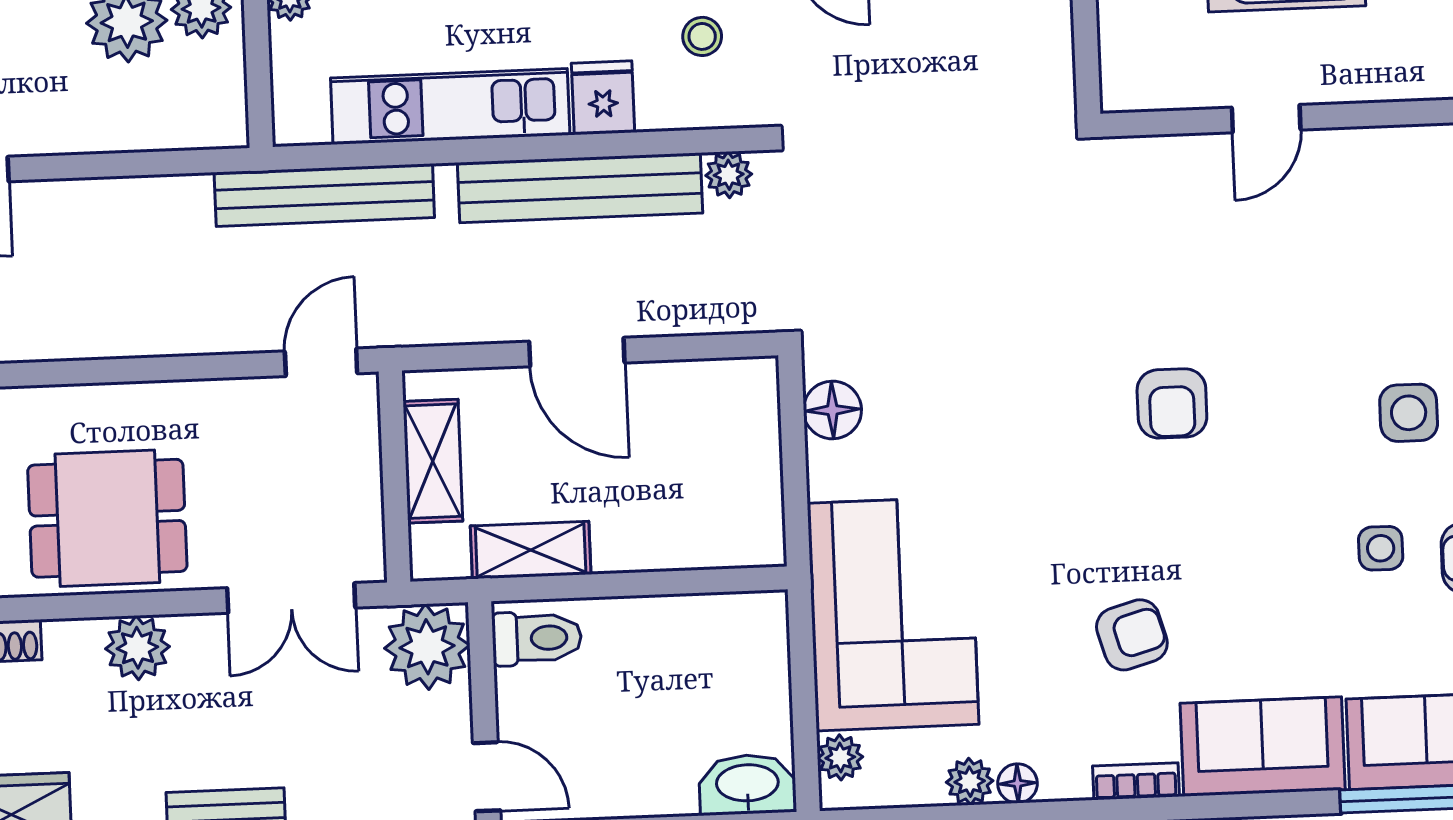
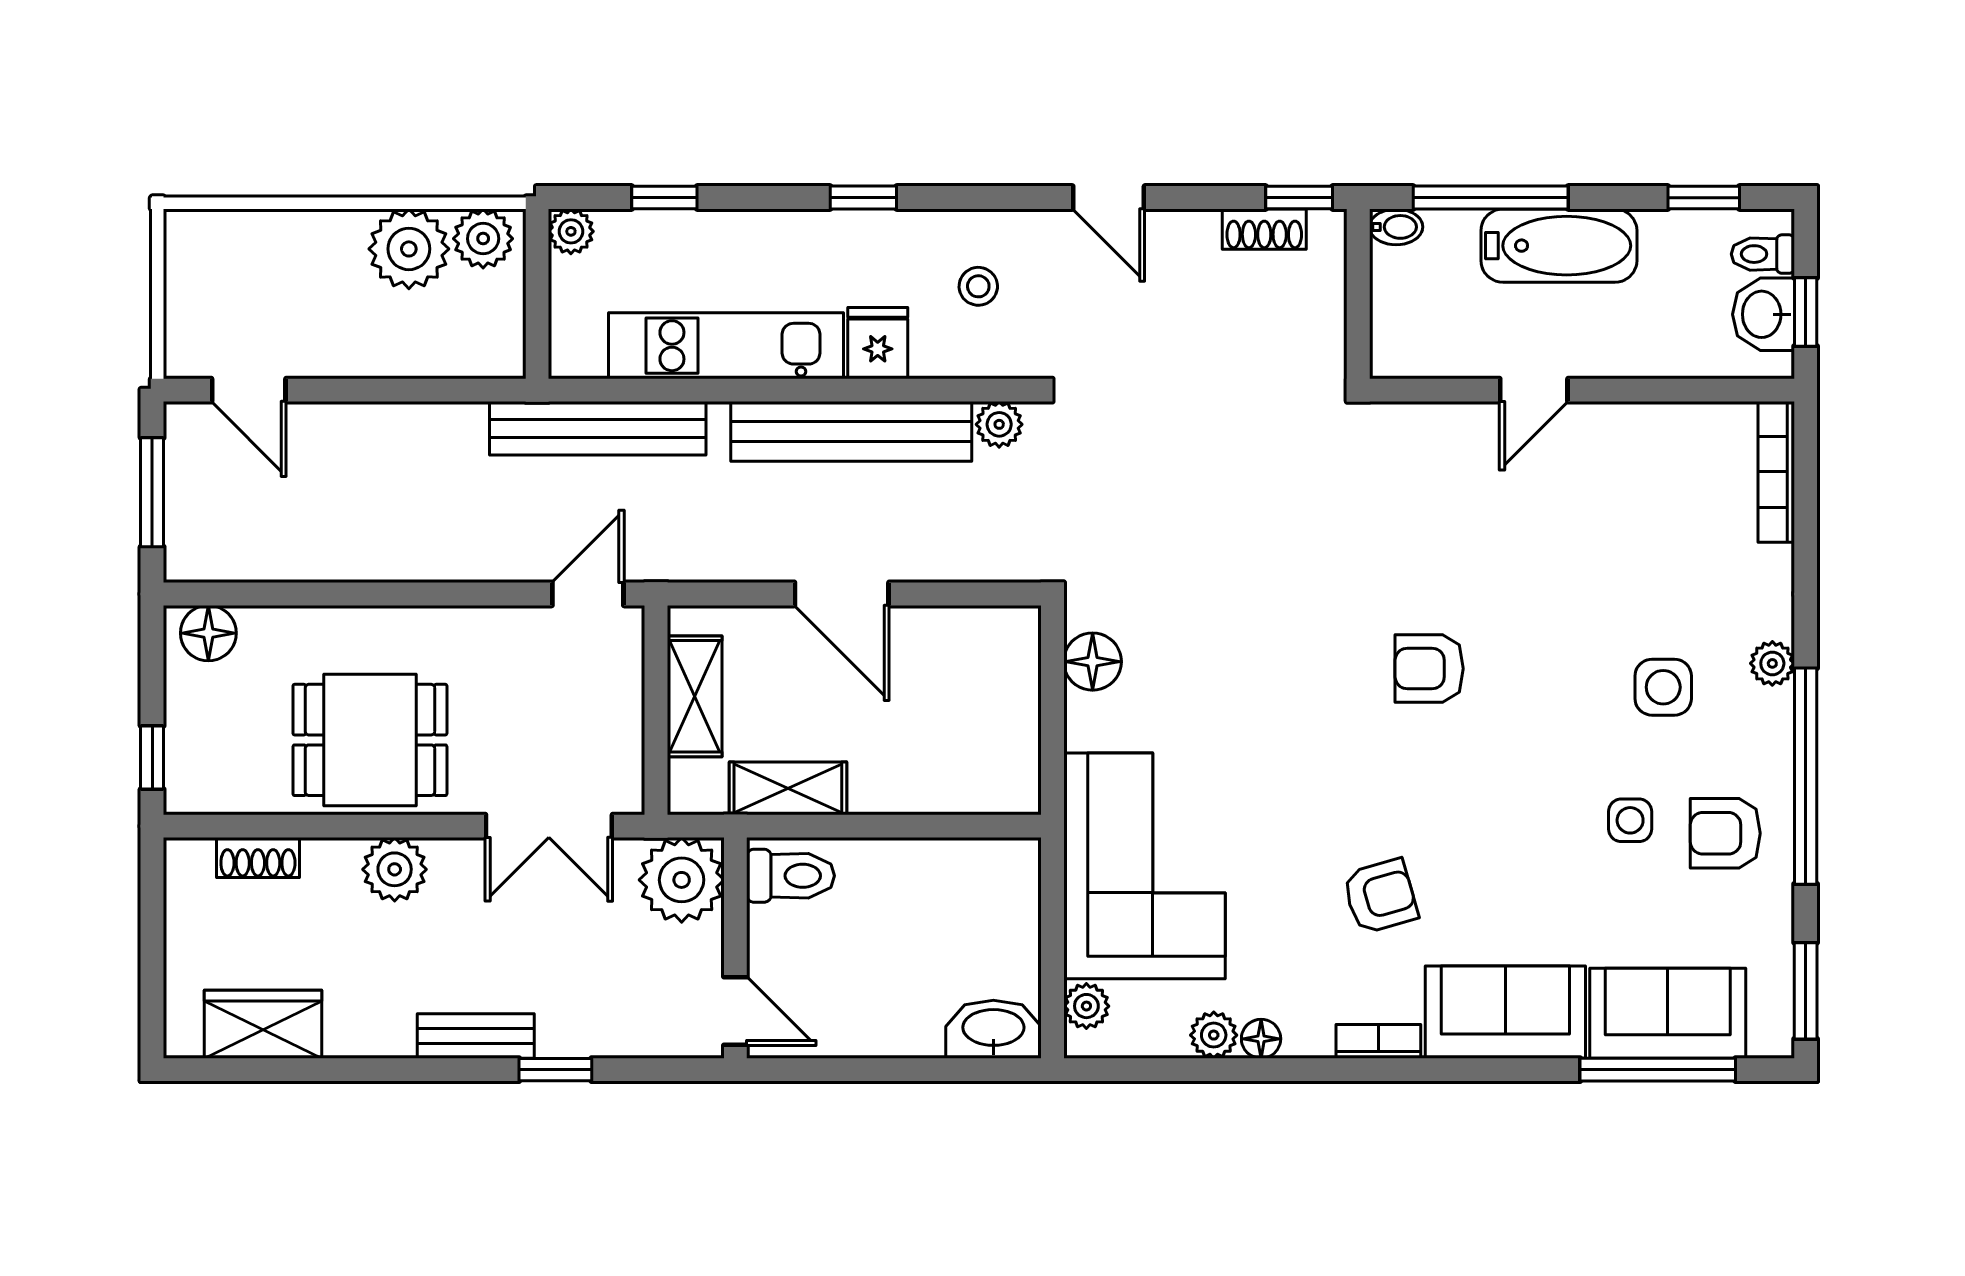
armchair: (1172, 403) -> (1429, 669), turned 90

